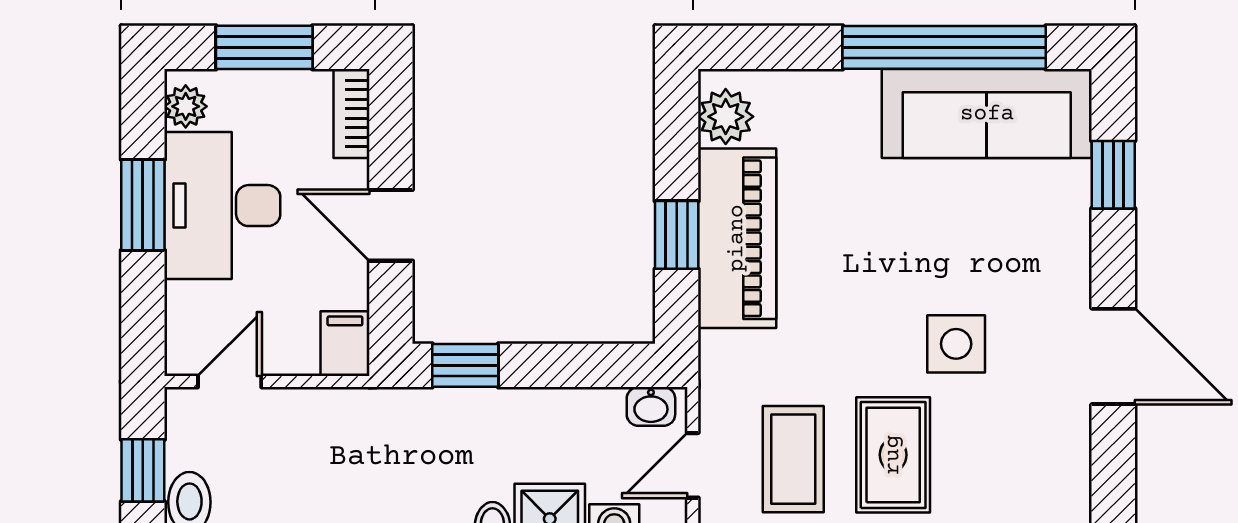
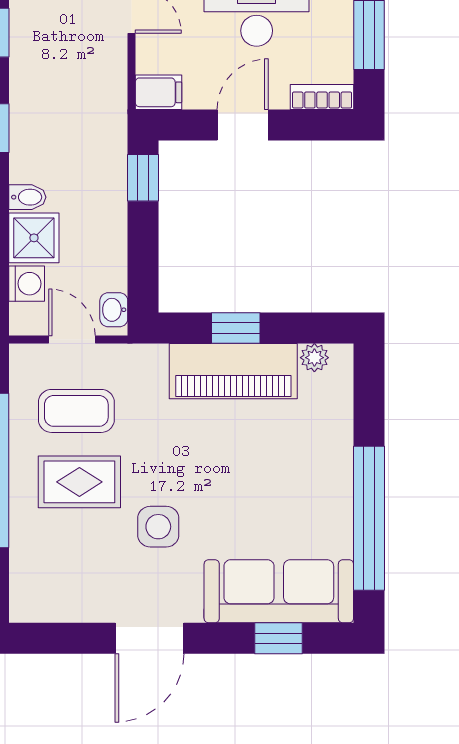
sofa: (987, 114) -> (279, 591), moved, turned 90
plant: (726, 117) -> (314, 358), width x0.73, depth x0.73

